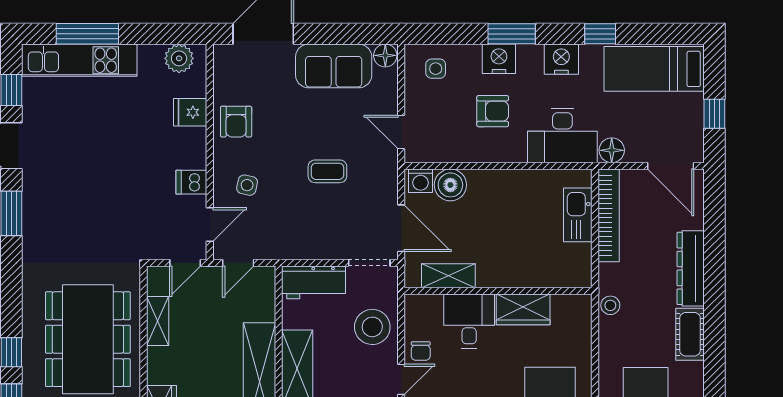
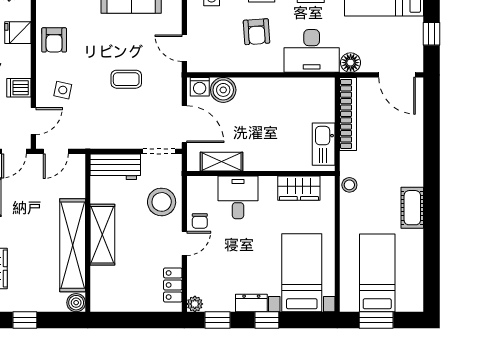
armchair: (493, 111) -> (257, 32), turned 86
kitchen sink: (578, 215) -> (324, 144), moved
dresser: (691, 268) -> (413, 156), removed
wardrobe: (523, 309) -> (299, 188), moved

